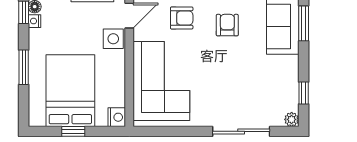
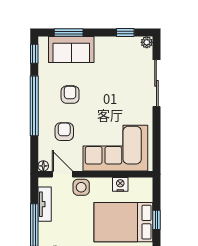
armchair: (227, 25) -> (70, 95), turned 90
nightstand: (117, 117) -> (120, 184), moved

